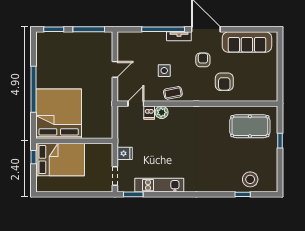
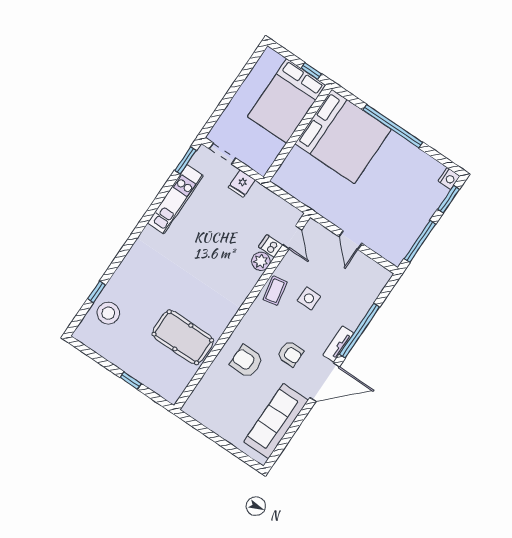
nightstand: (42, 37) -> (449, 178), added
pool table: (250, 126) -> (183, 337), moved, turned 90

